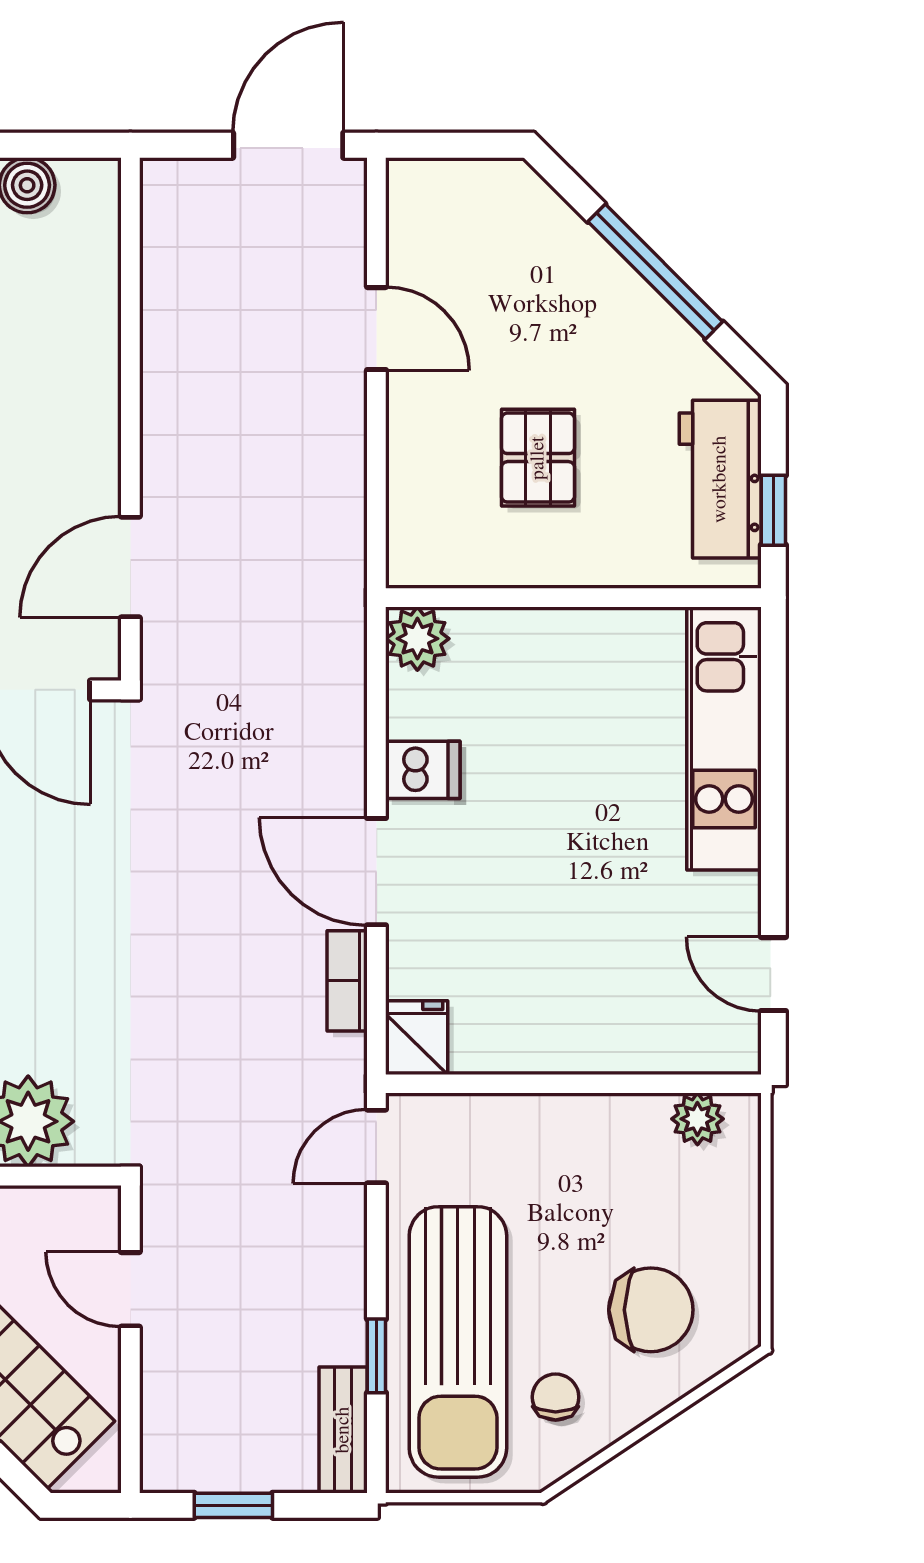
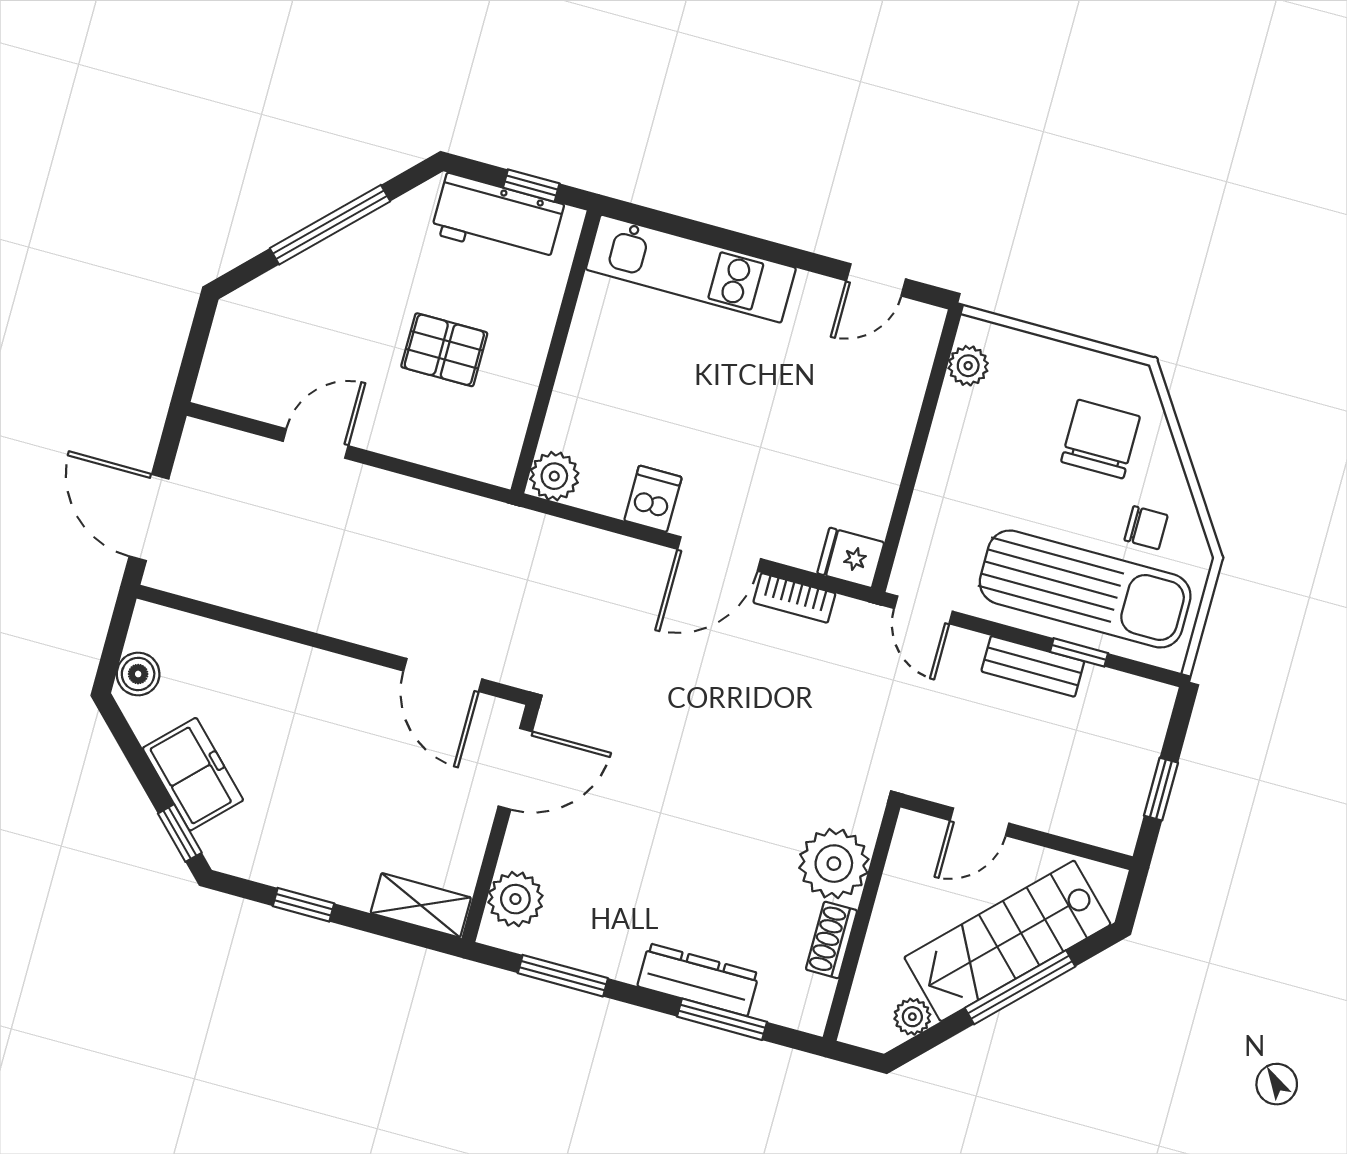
door: (288, 145) -> (149, 517), moved
chair: (556, 1397) -> (1146, 528), turned 180
bench: (343, 1430) -> (1033, 666), moved

